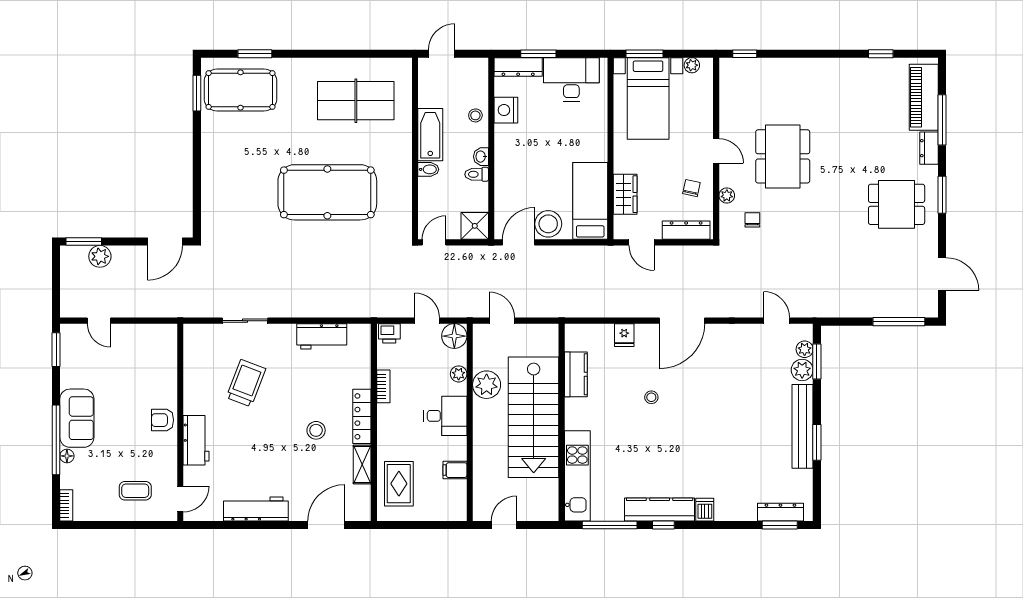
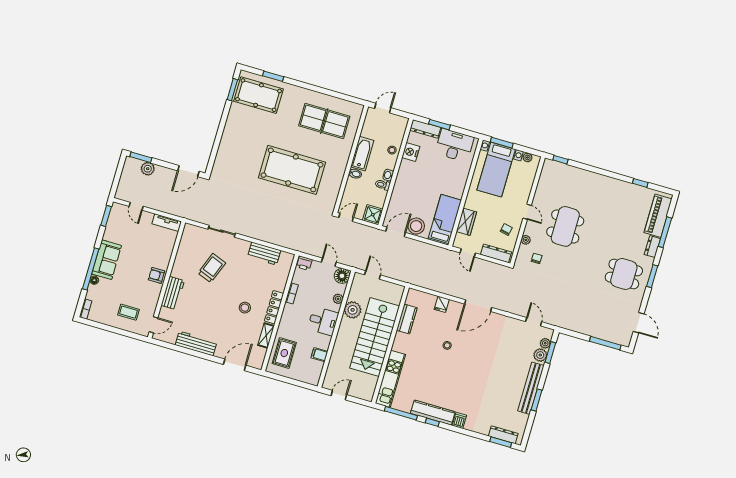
tv unit: (155, 332) -> (167, 223), added

